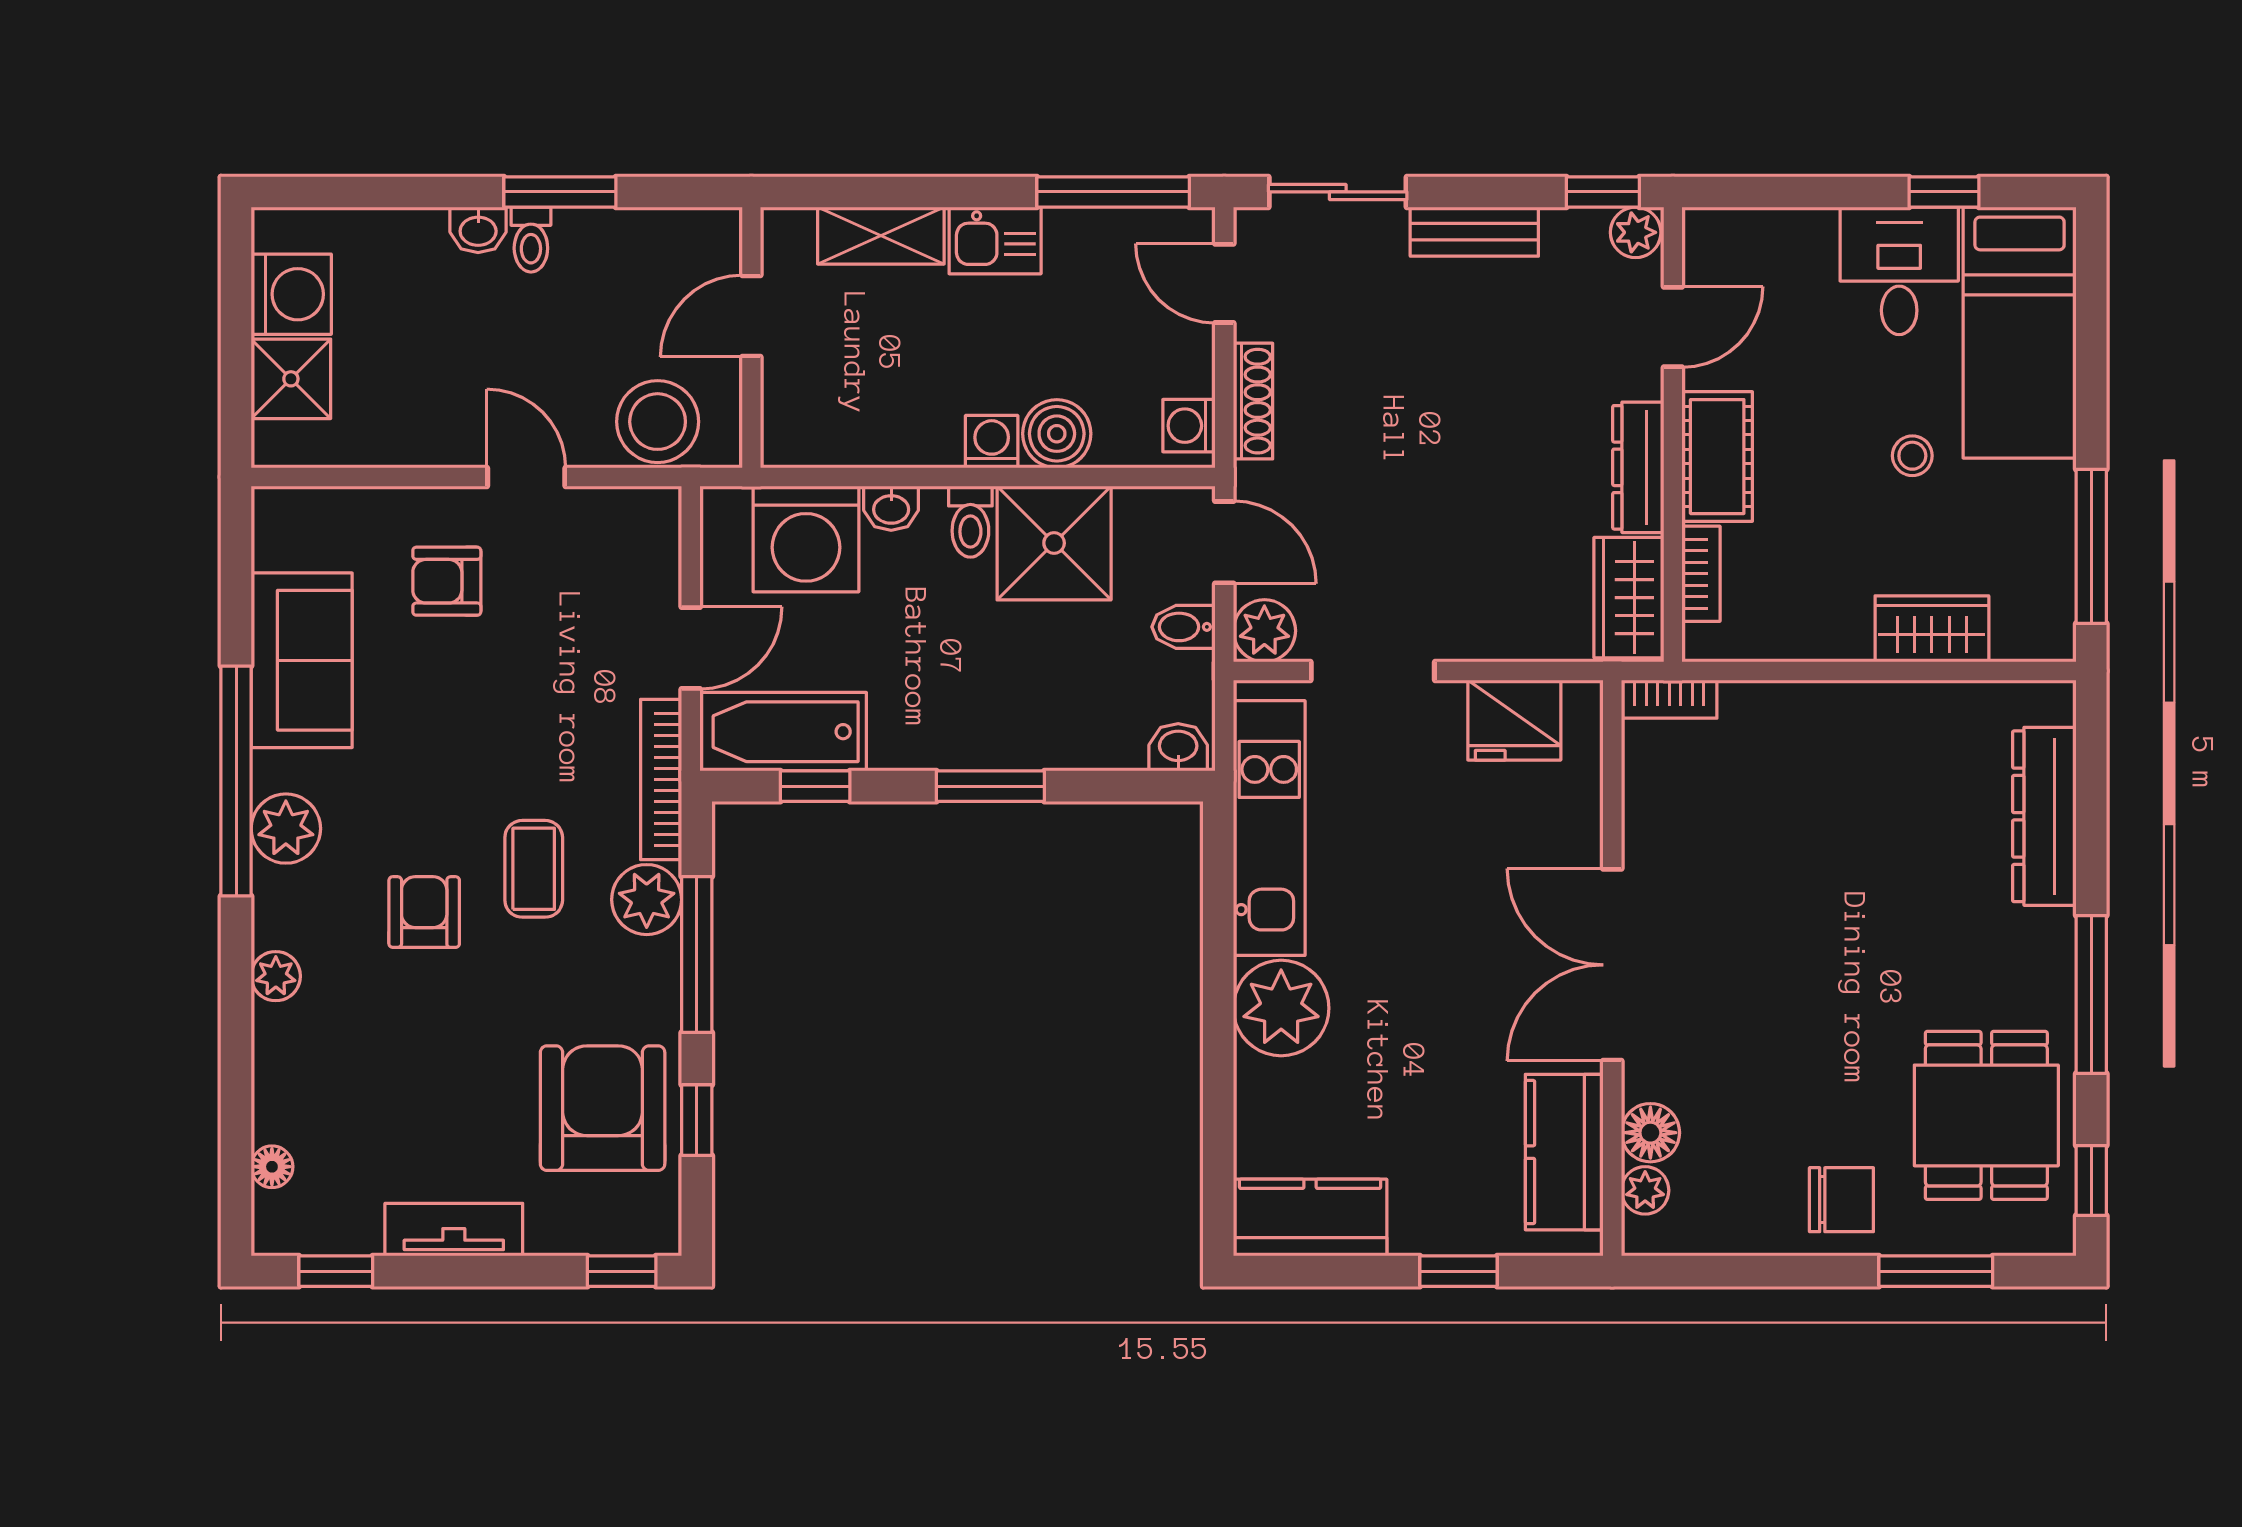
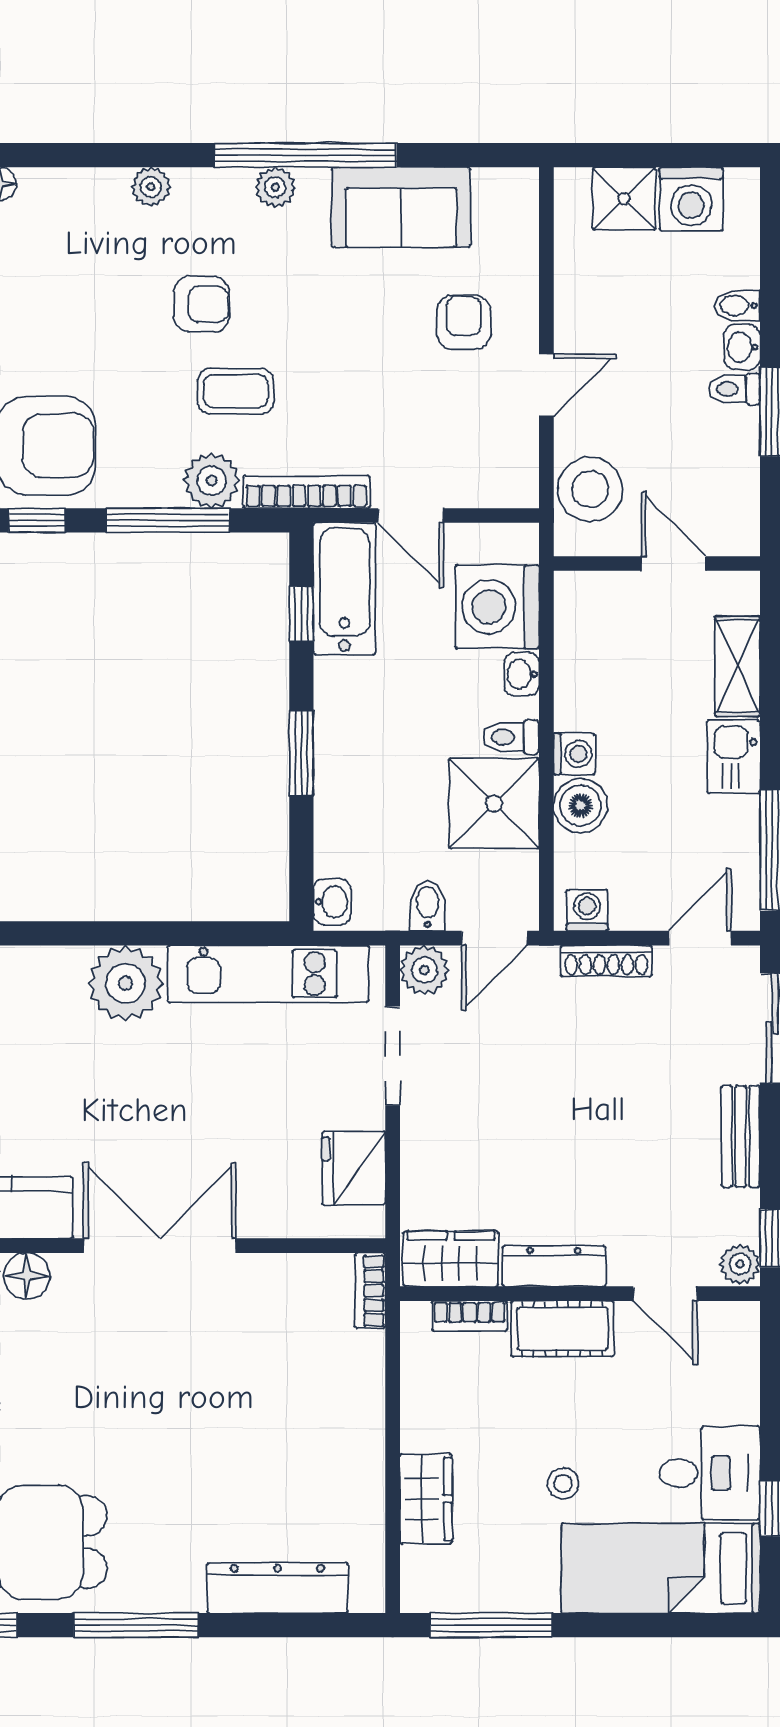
bidet: (426, 236) -> (737, 306), added
plant: (286, 829) -> (275, 187), width x0.73, depth x0.73

